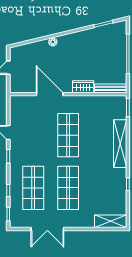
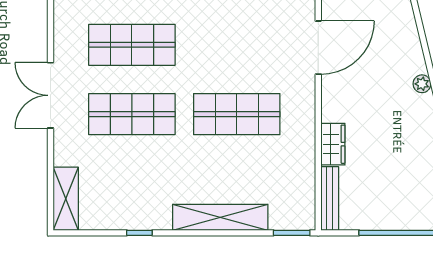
door: (50, 94) -> (318, 48), moved
double door: (47, 229) -> (50, 95), moved

